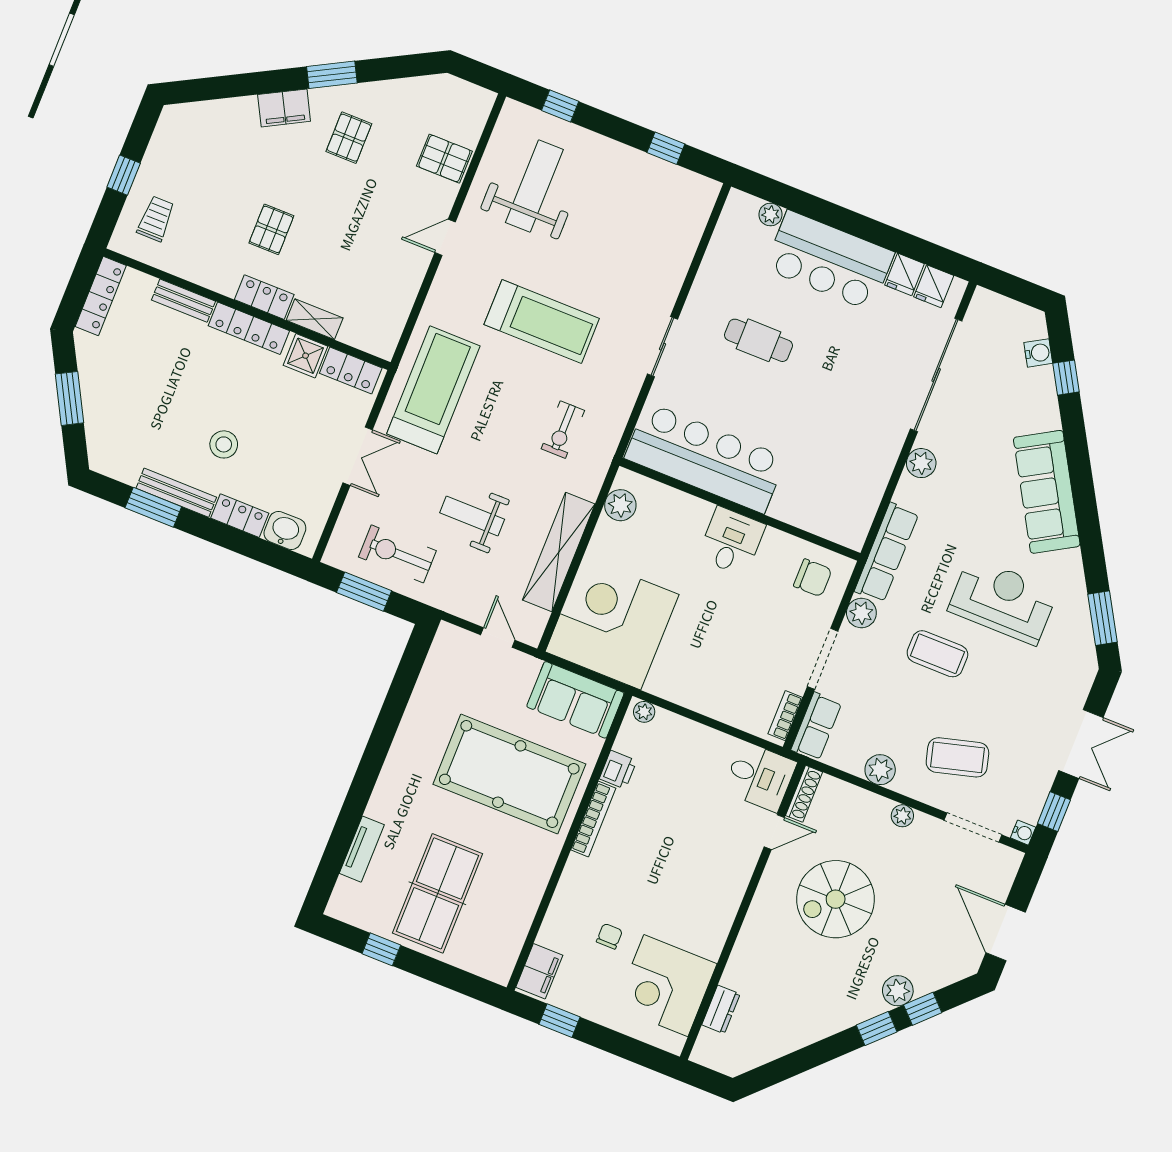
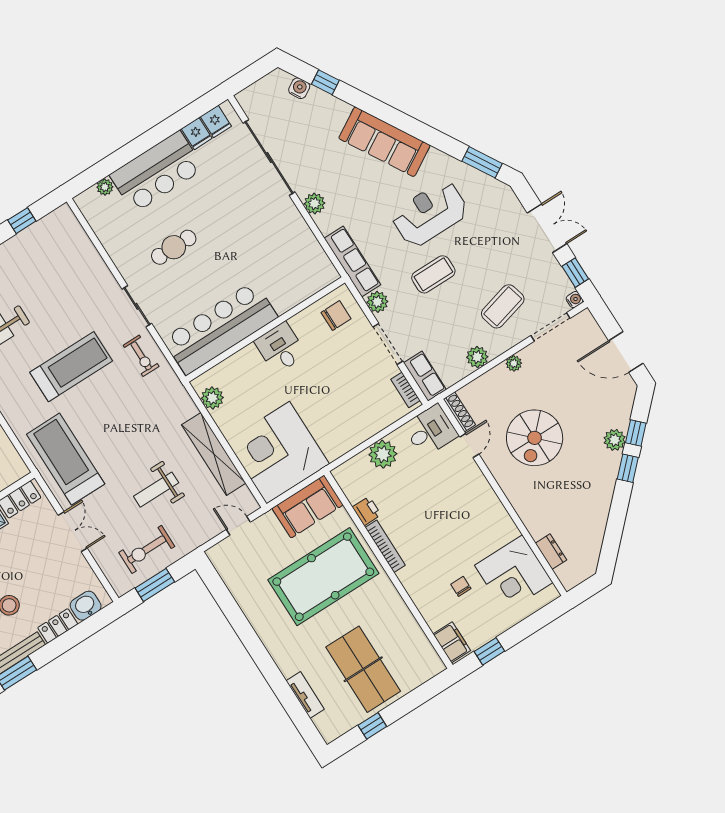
exercise bike: (563, 430) -> (141, 356), moved
plant: (644, 712) -> (383, 454), moved, width x1.88, depth x1.88

